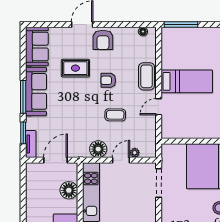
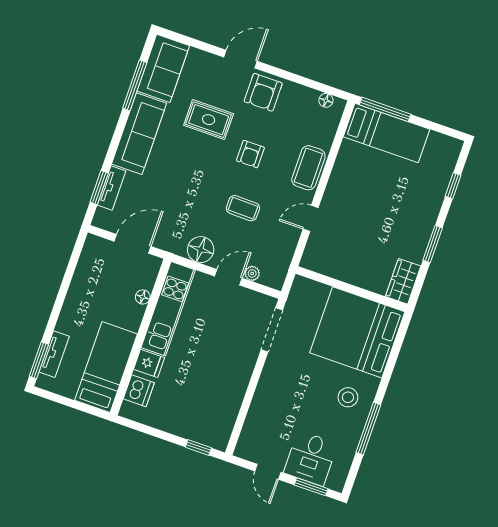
armchair: (108, 80) -> (250, 154), turned -90
bed: (187, 81) -> (387, 133), moved
window: (23, 97) -> (135, 85), moved
tv unit: (31, 144) -> (112, 188), moved
floor lamp: (69, 190) -> (143, 297), width x0.53, depth x0.53

